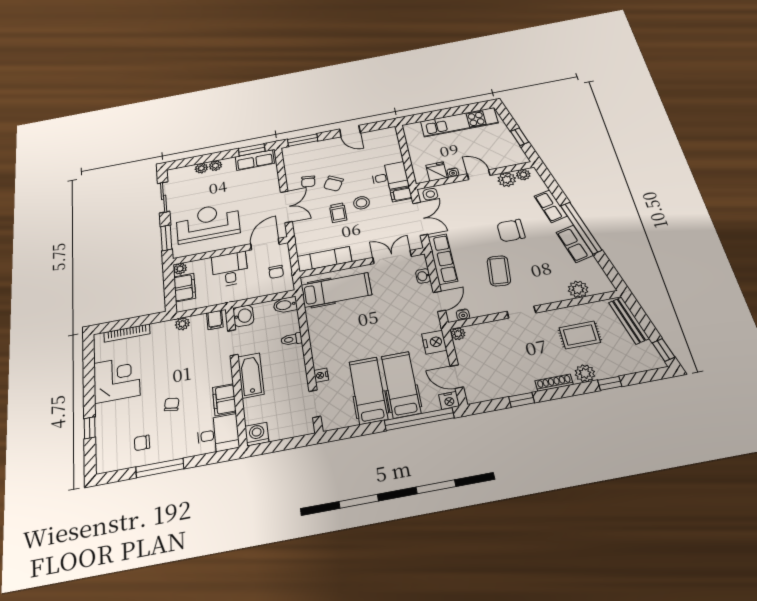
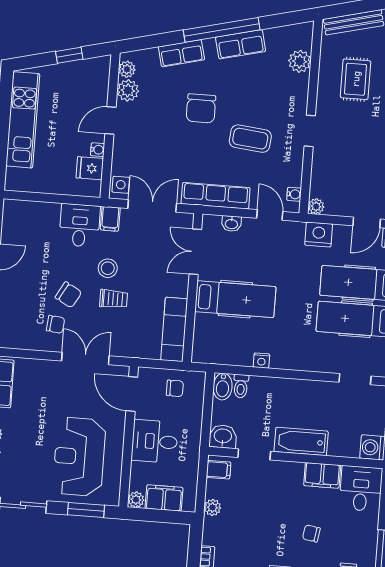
hospital bed: (336, 290) -> (235, 299), moved, turned 90
toilet: (292, 339) -> (241, 386), moved
nightstand: (321, 375) -> (261, 361), moved

